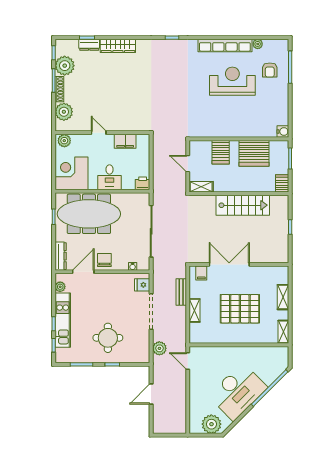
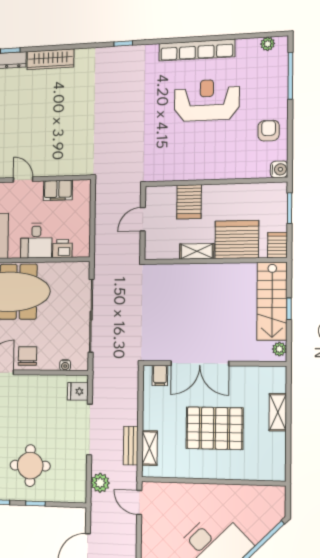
plant: (258, 44) -> (268, 44), moved
armchair: (270, 70) -> (269, 131), moved, turned 180
server rack: (254, 153) -> (237, 239), moved, turned 180
door: (188, 164) -> (143, 219), hinge flipped
printer: (143, 183) -> (62, 249), moved
shelving: (201, 187) -> (197, 251), moved
stairs: (243, 205) -> (272, 301), moved, turned 90
plant: (284, 254) -> (279, 349), added
double door: (229, 264) -> (200, 363), swing flipped
bench: (181, 292) -> (131, 446), moved
shelving: (195, 310) -> (150, 448), moved
shelving: (283, 332) -> (278, 464), removed

